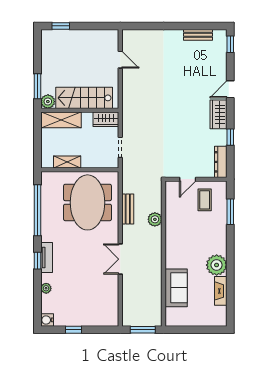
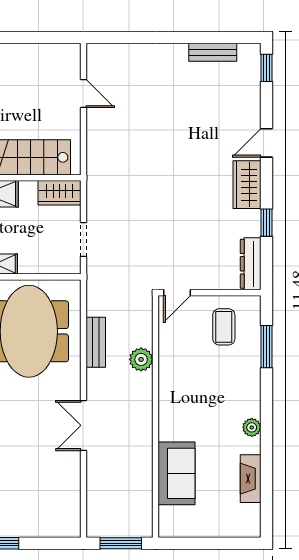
door: (188, 179) -> (177, 293), moved
plant: (217, 265) -> (252, 427), width x0.53, depth x0.53

